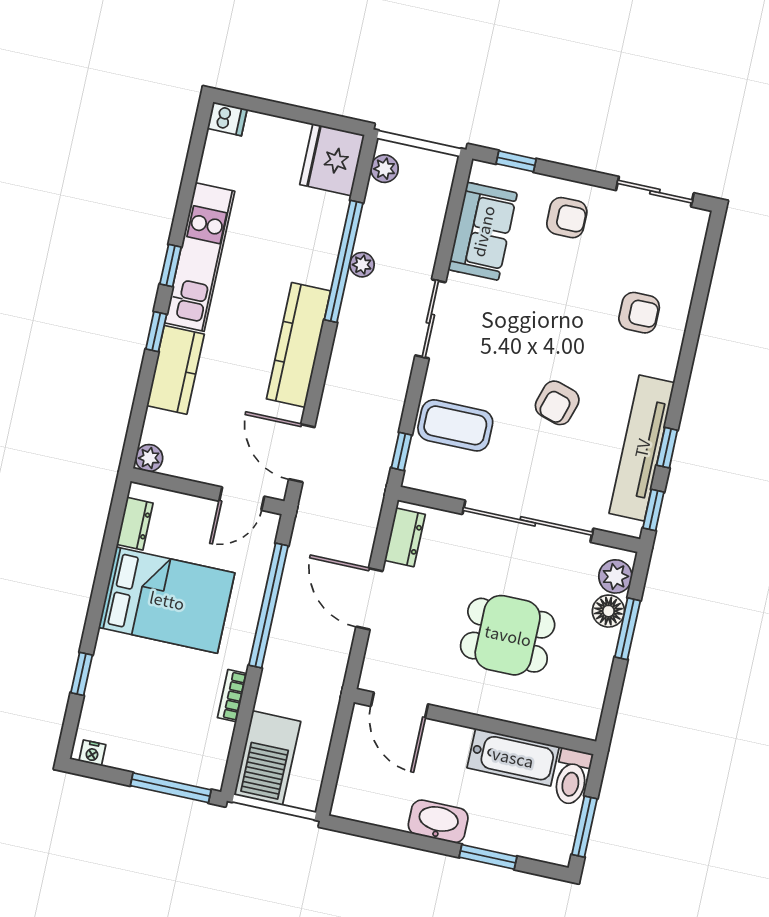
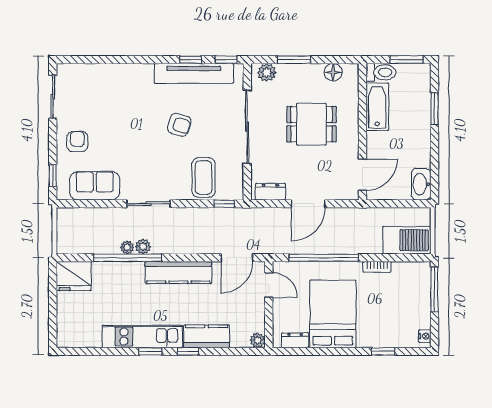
dishwasher: (227, 119) -> (64, 338), removed
plant: (384, 169) -> (143, 247), moved
armchair: (639, 313) -> (120, 91), removed
floor lamp: (608, 611) -> (333, 72), moved
dining table: (508, 635) -> (312, 124), turned 90
washbasin: (438, 821) -> (421, 184), moved

